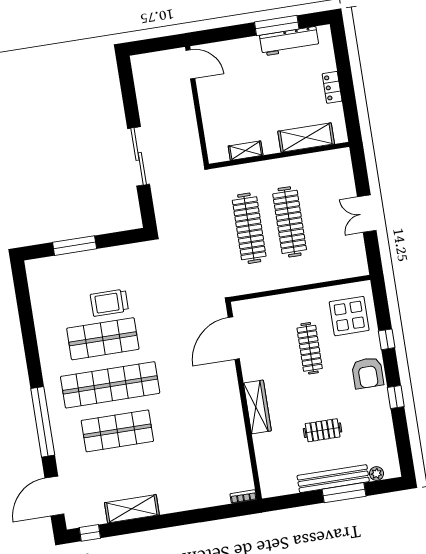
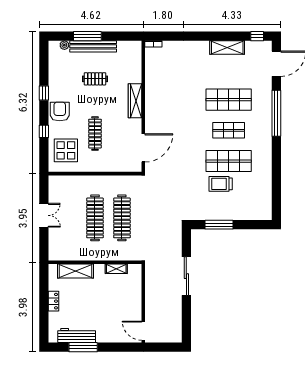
window: (75, 246) -> (219, 225), moved
trolley: (109, 303) -> (221, 184), turned 180
shop shelf: (110, 385) -> (229, 130), width x0.50, depth x0.74

